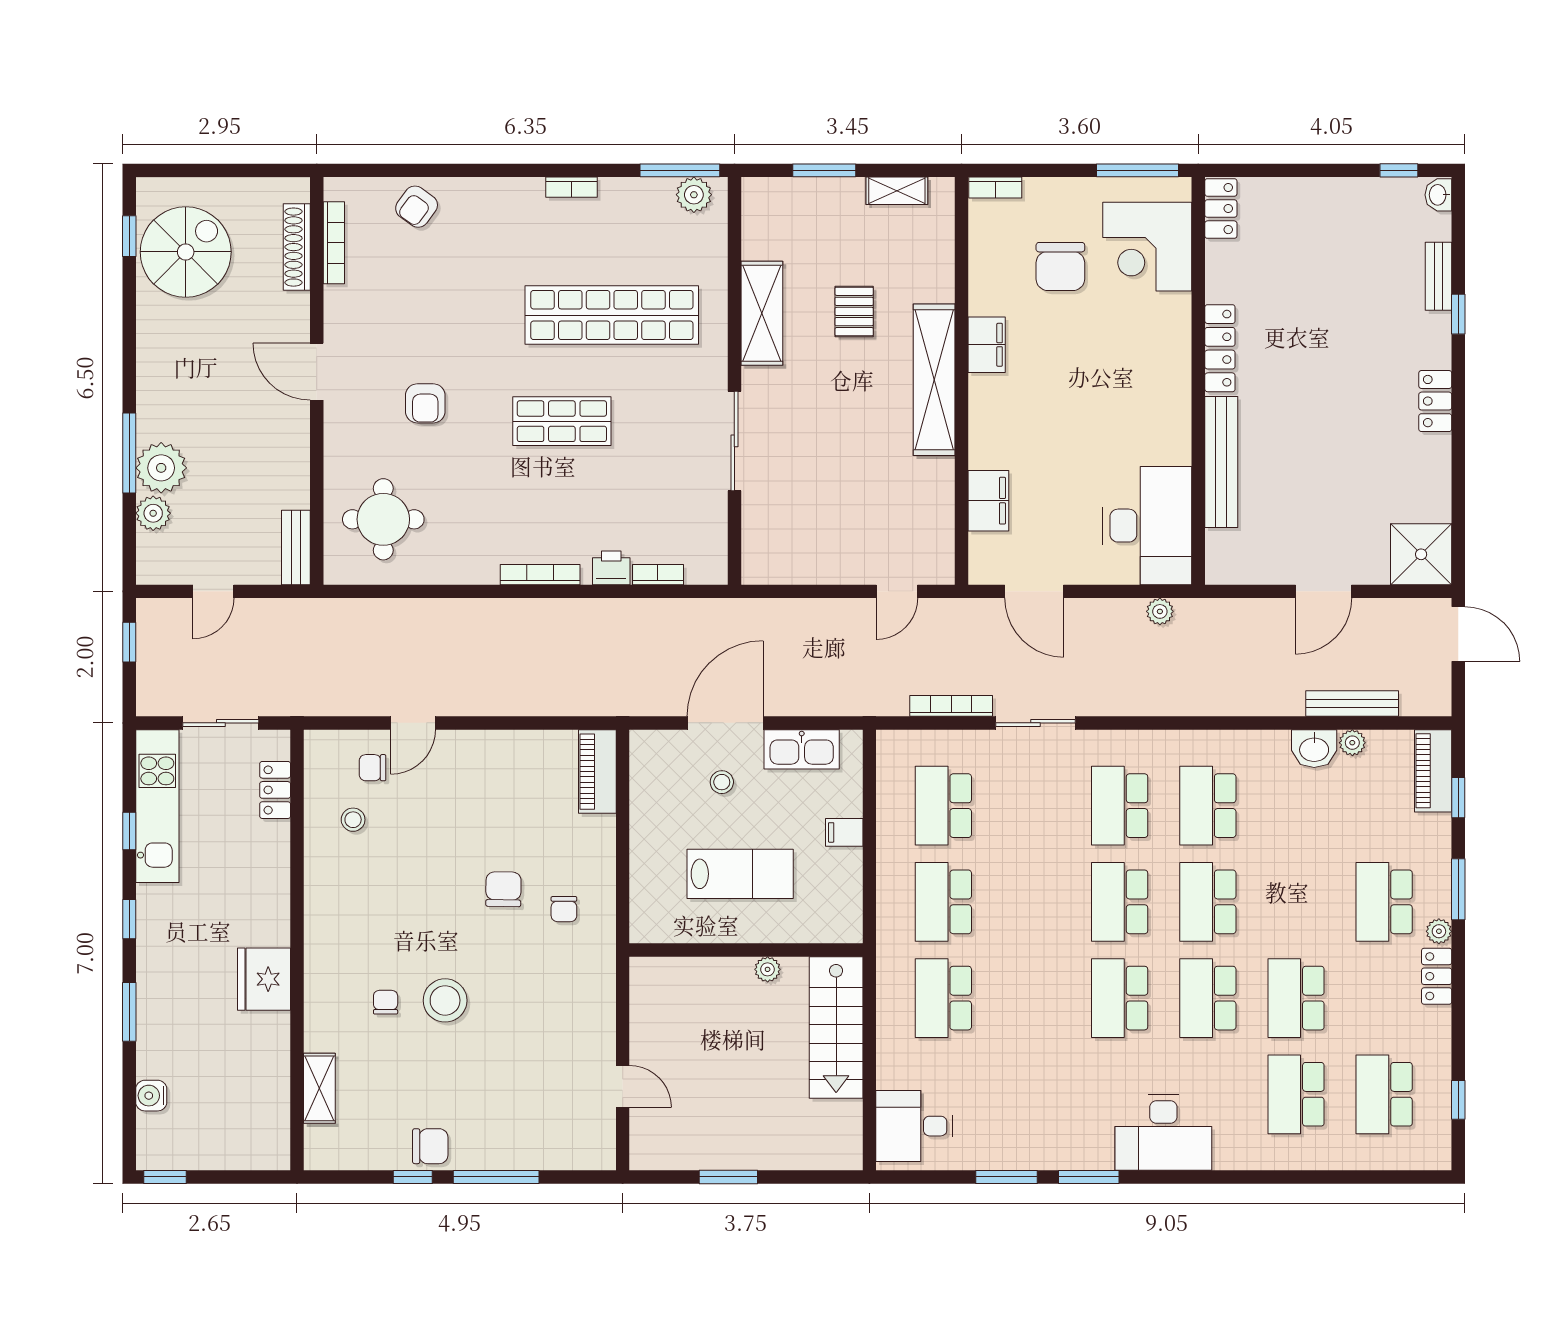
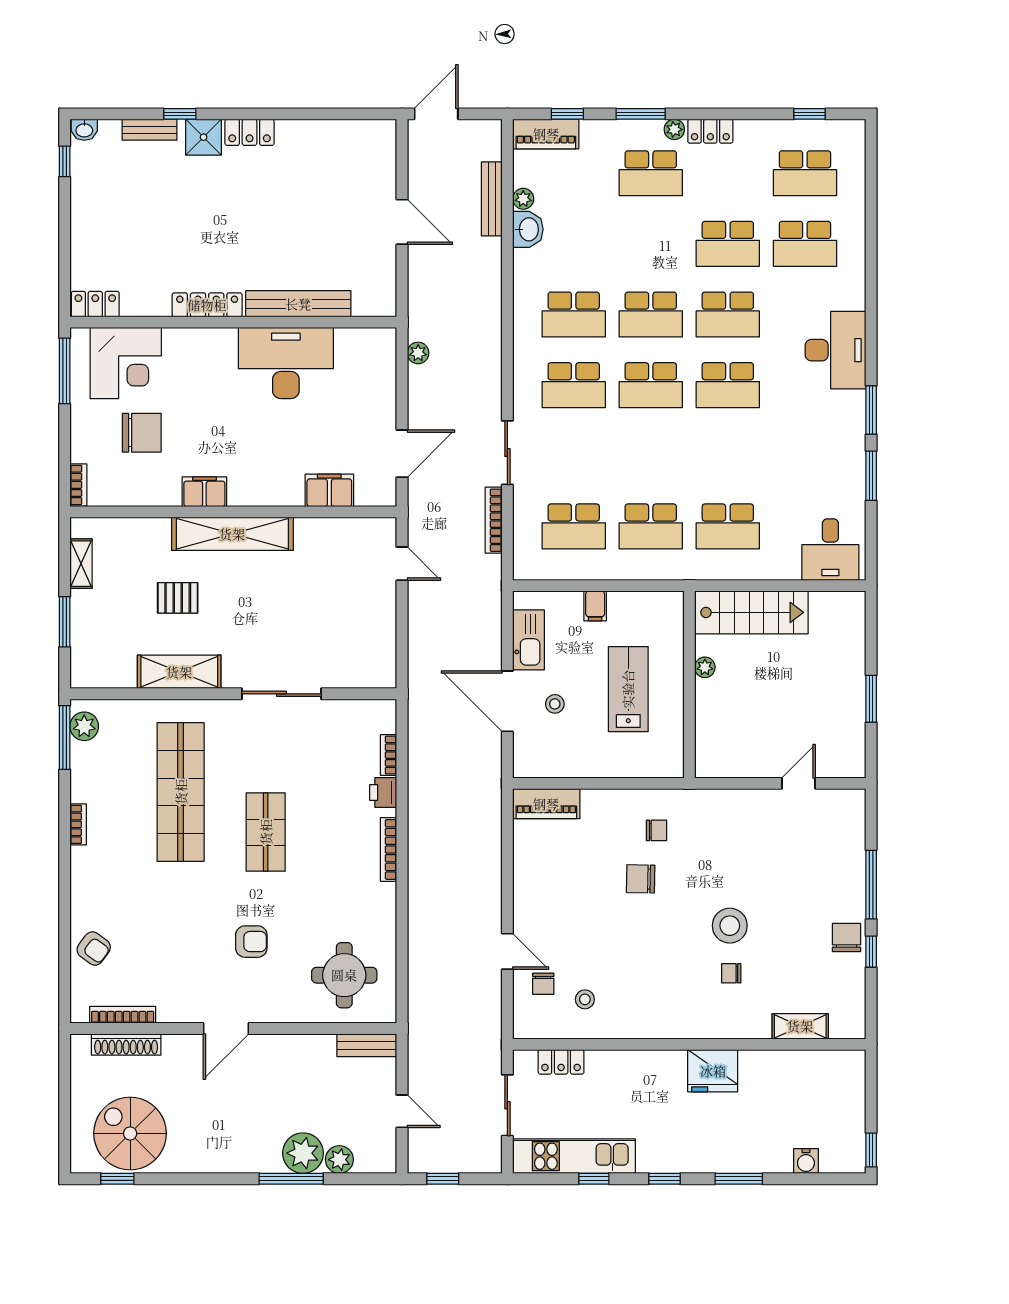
desk: (1147, 526) -> (286, 363), moved
shower: (1421, 554) -> (204, 137), moved, width x0.73, depth x0.73

